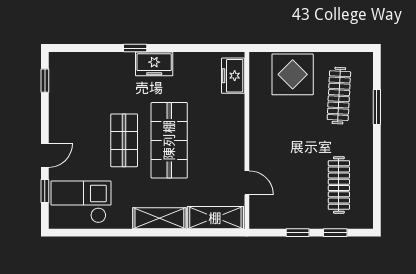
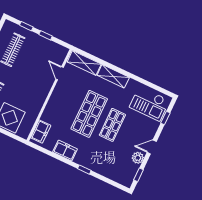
freezer: (154, 64) -> (65, 151), moved
plant: (59, 107) -> (138, 158), added
door: (45, 155) -> (152, 147), moved

